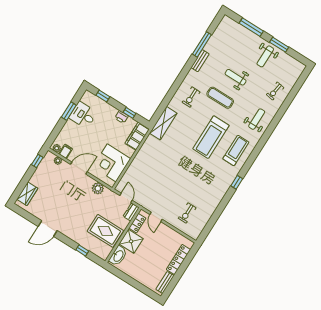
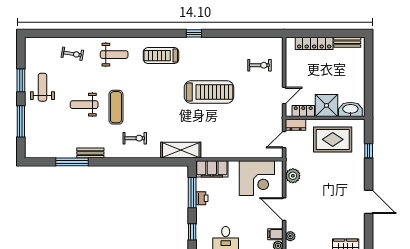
weight bench: (265, 56) -> (42, 87), turned -90
weight bench: (236, 77) -> (84, 105), turned 90
window: (130, 113) -> (192, 193), width x2.17
weight bench: (257, 119) -> (114, 55), turned 180
treadmill: (211, 137) -> (209, 92), moved
rug: (105, 231) -> (333, 139), turned 90

